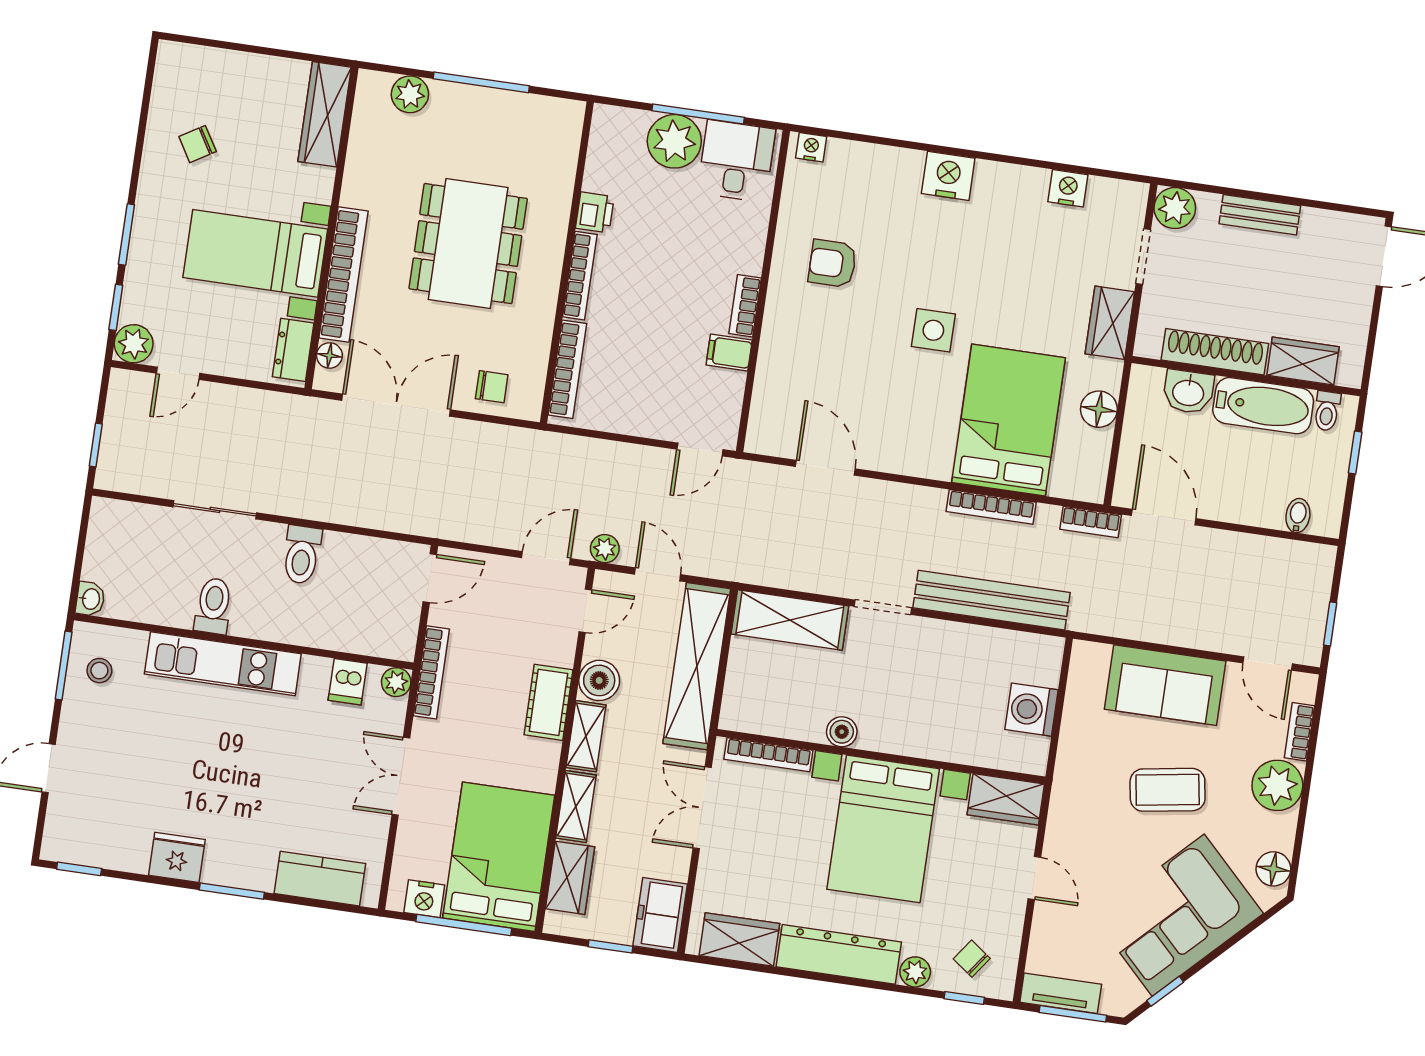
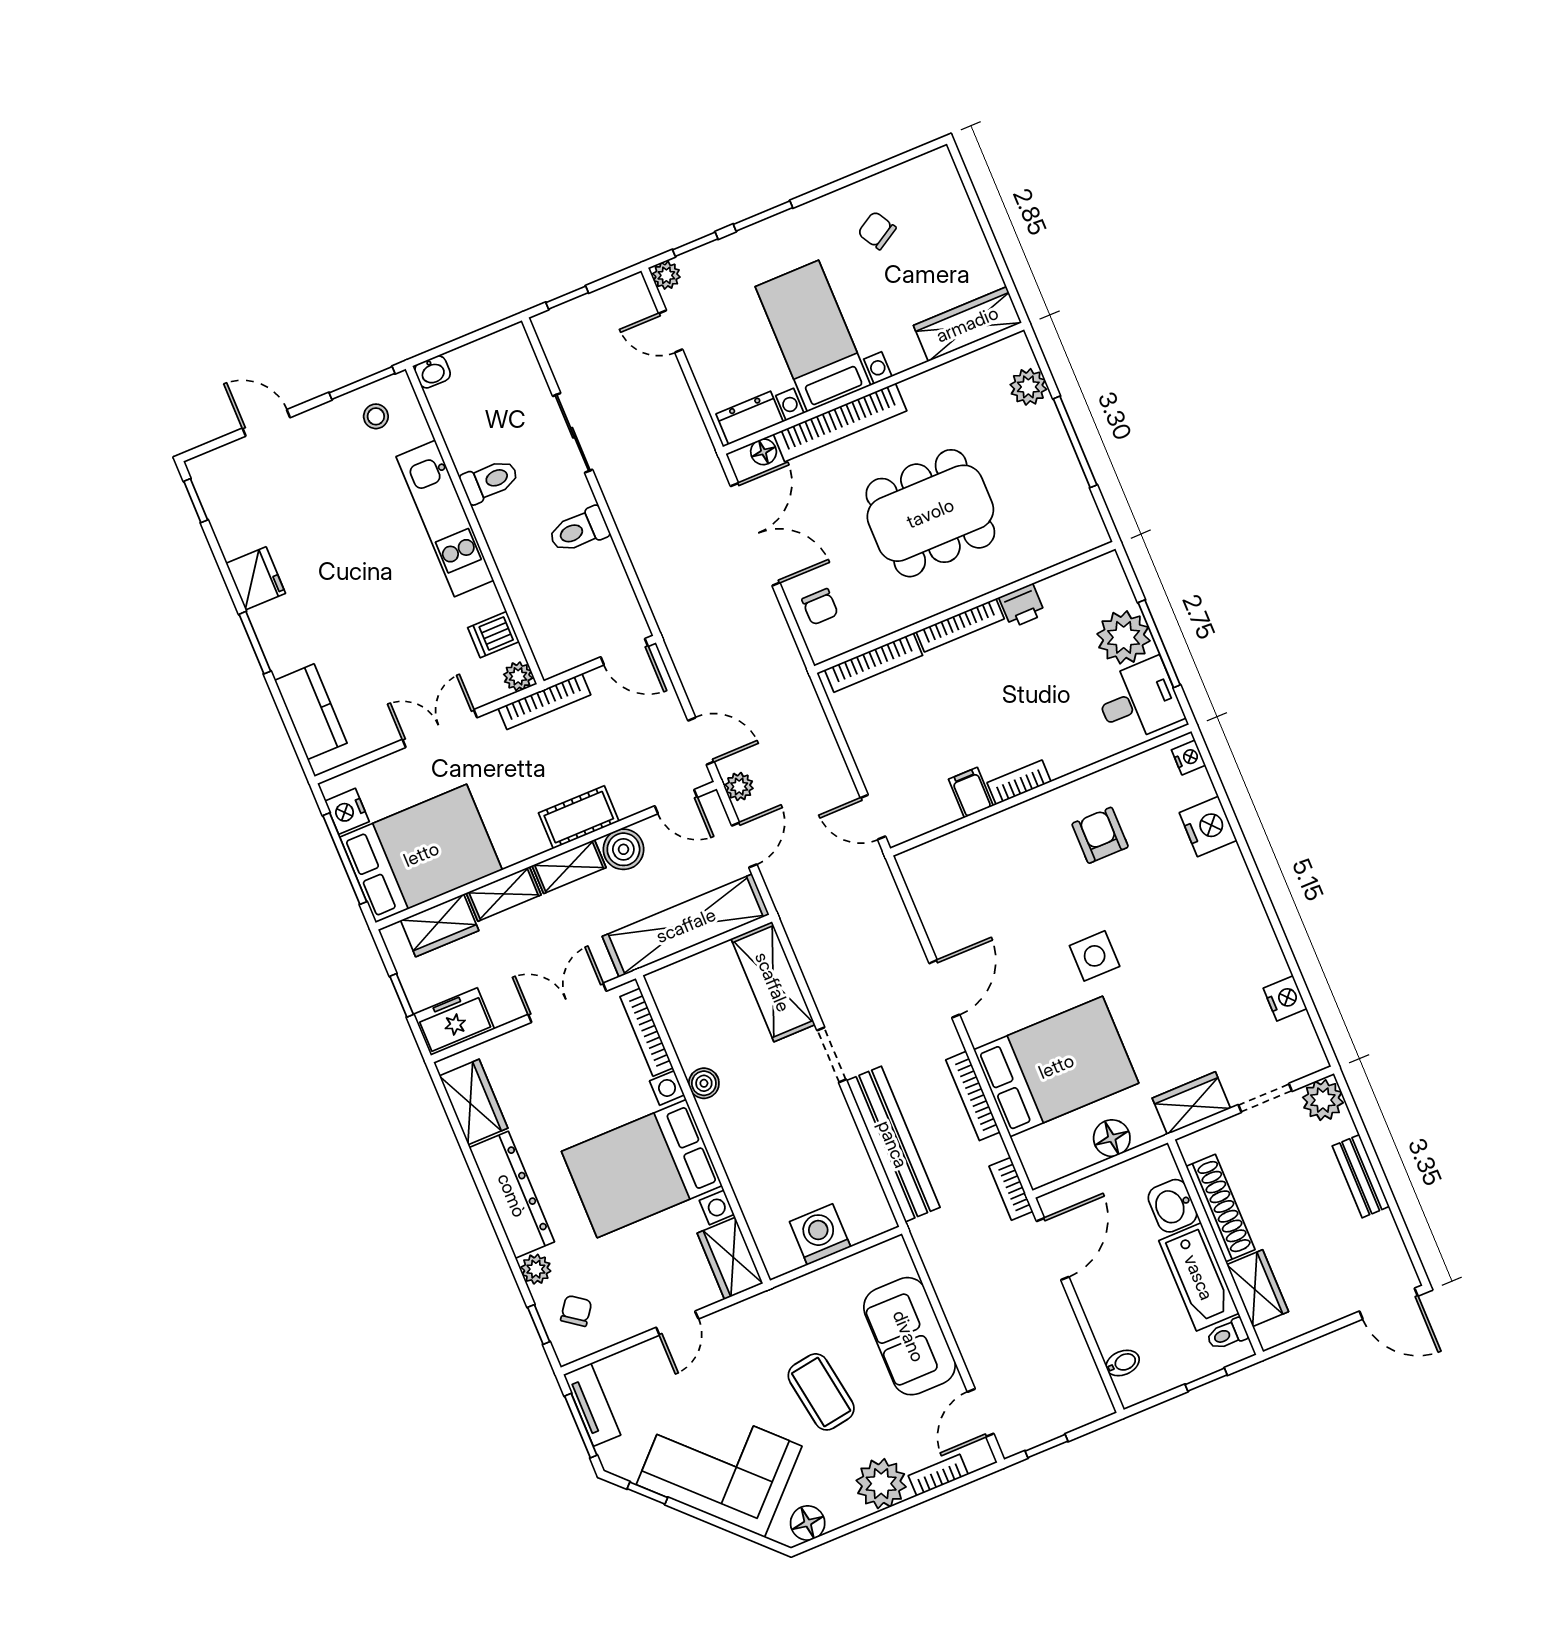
nightstand: (948, 176) -> (1208, 827), moved
plant: (134, 344) -> (666, 275), width x0.73, depth x0.73
door: (825, 468) -> (944, 989), moved

